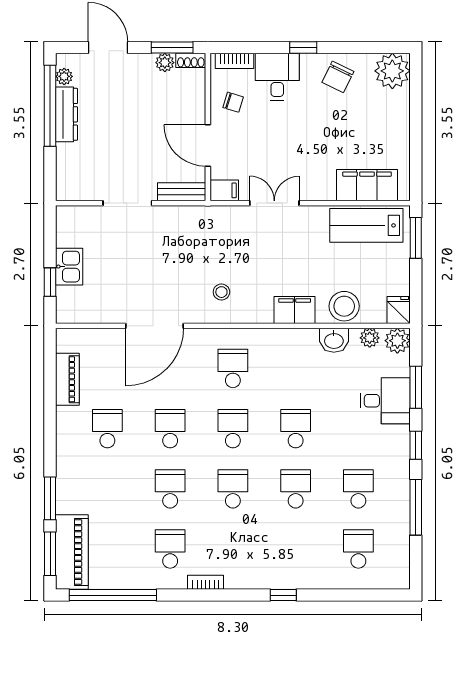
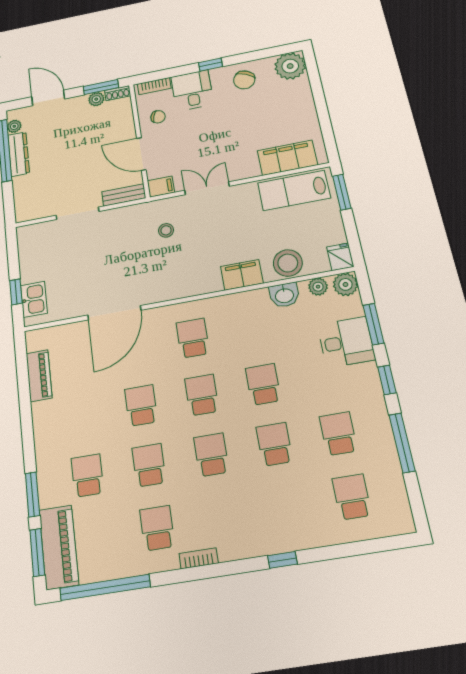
kitchen sink: (69, 267) -> (34, 299), moved
stool: (221, 292) -> (166, 230), moved
school desk: (107, 429) -> (87, 475), moved

